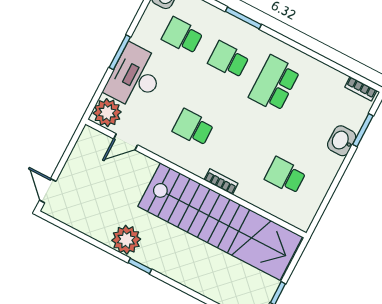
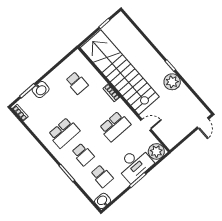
school desk: (193, 128) -> (115, 126), width x1.85
door: (126, 142) -> (146, 125), moved

